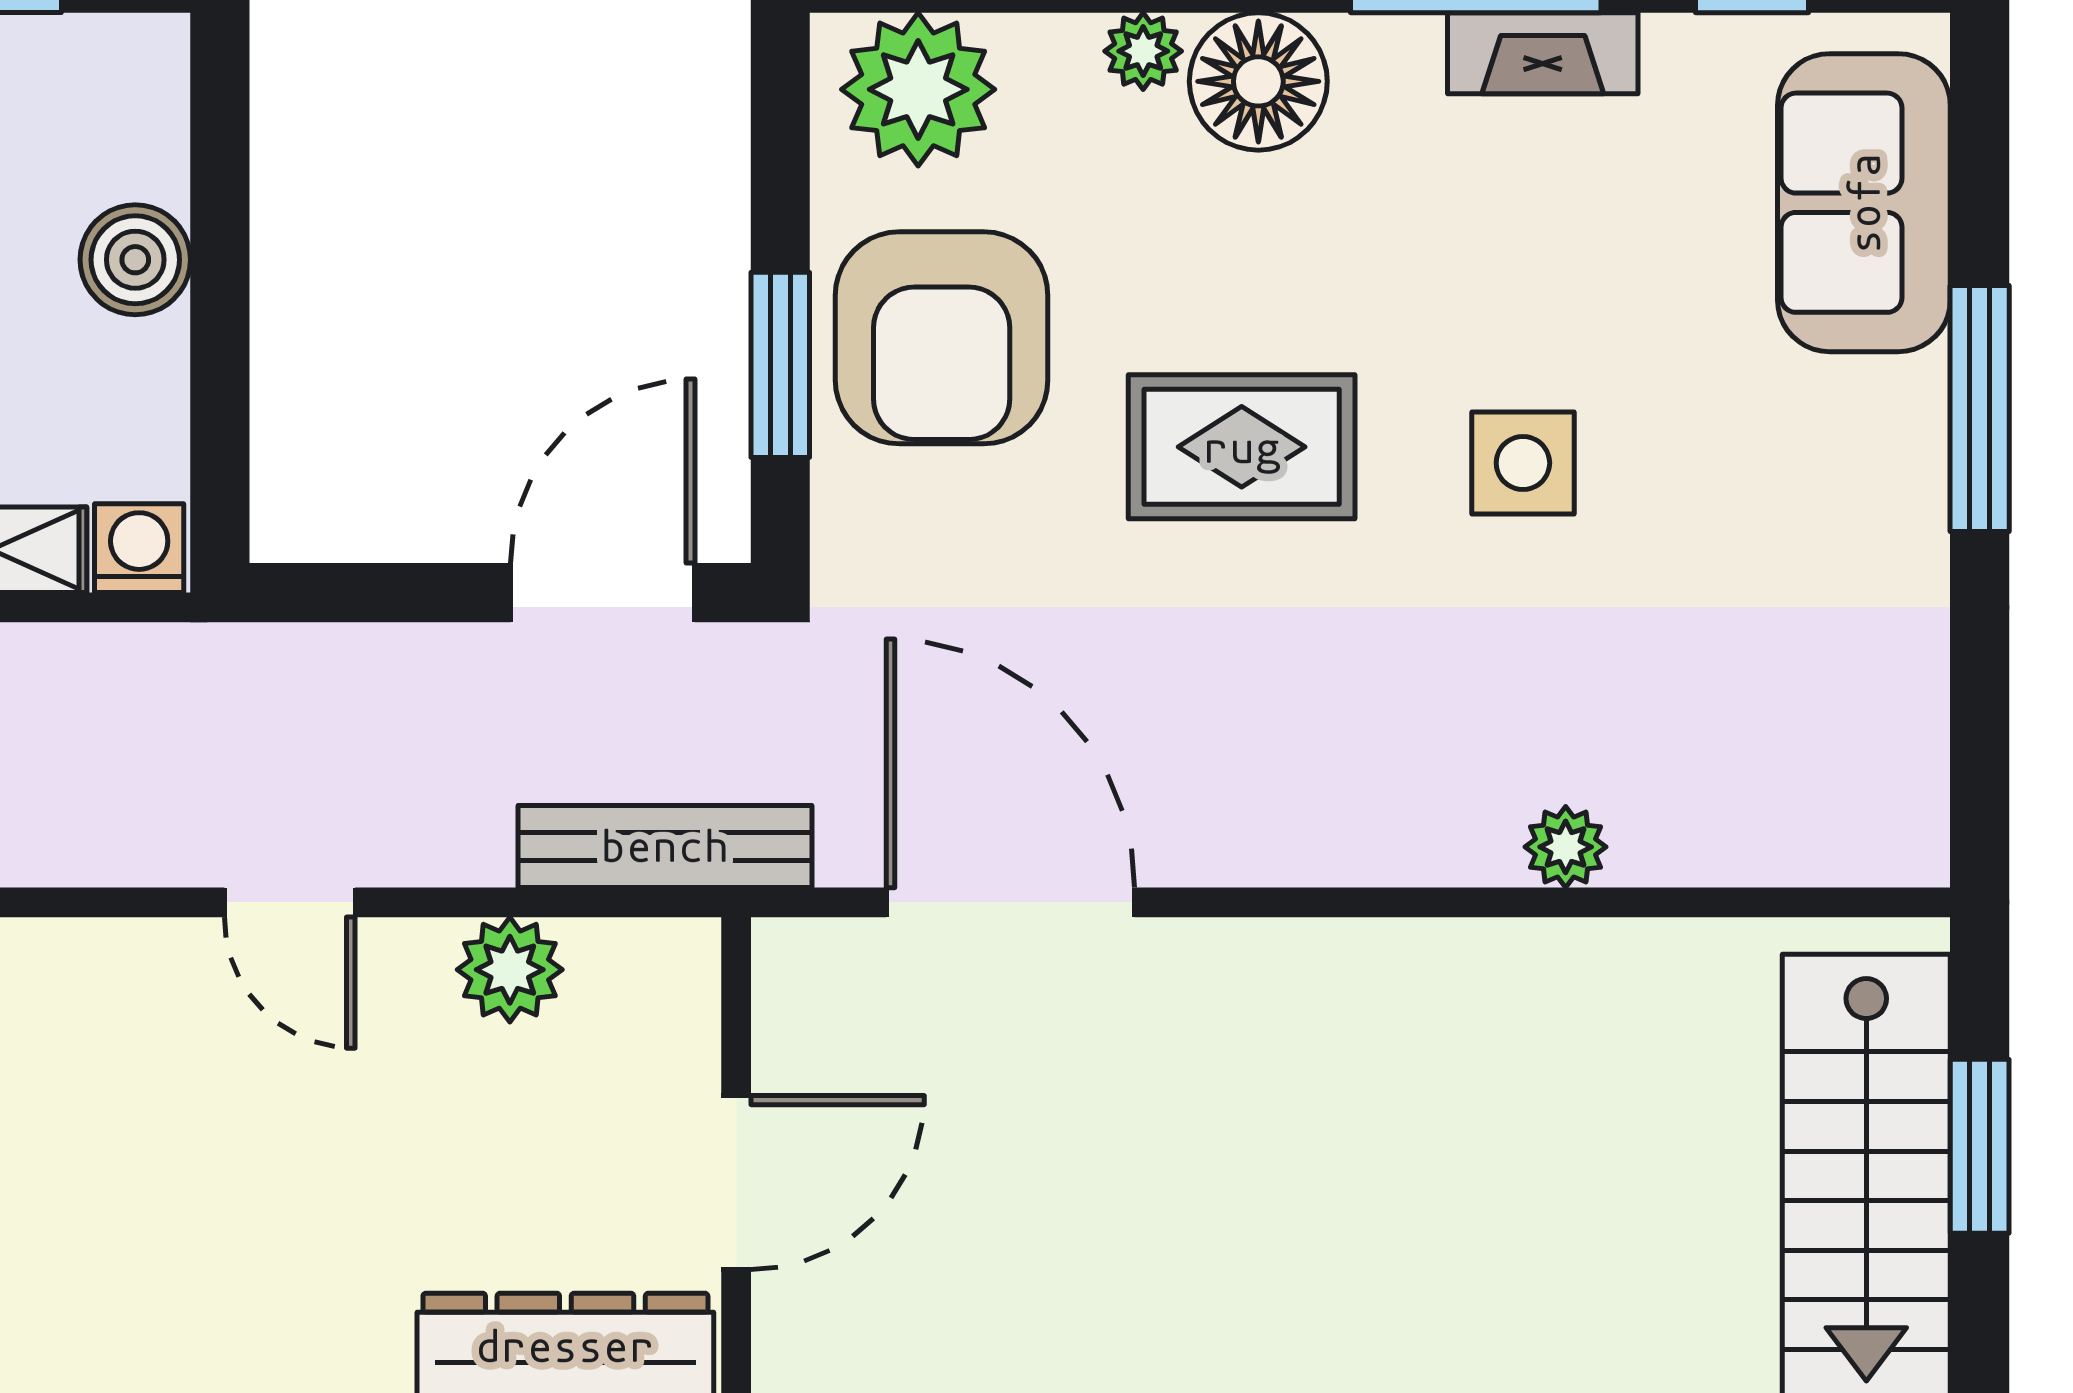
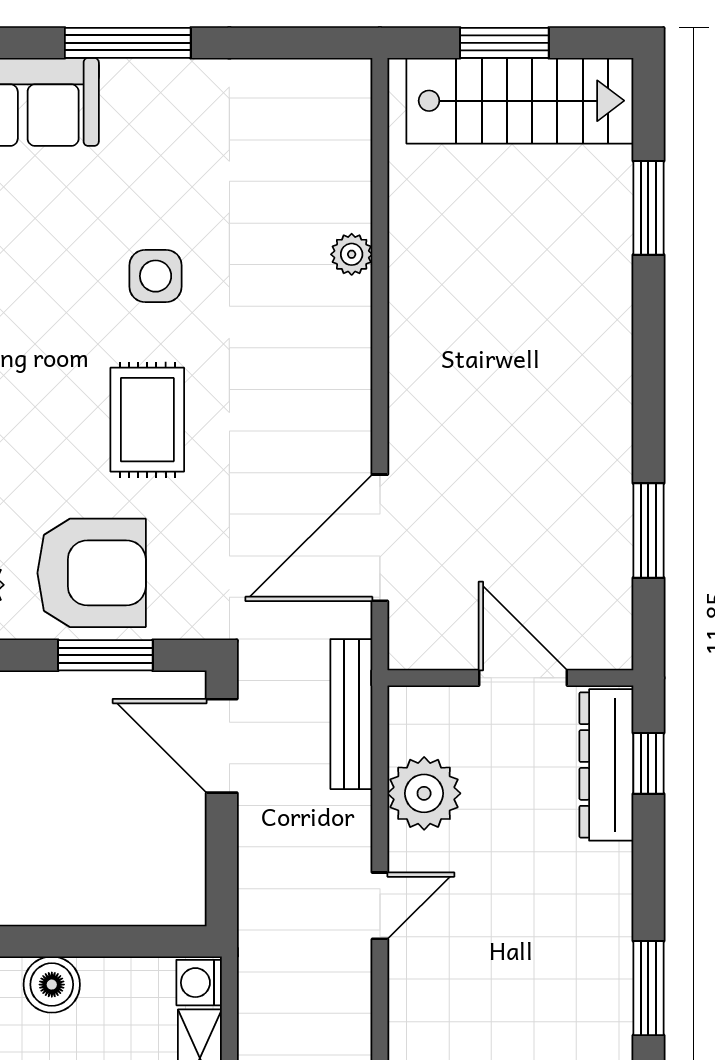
plant: (510, 970) -> (424, 793), width x1.36, depth x1.36

